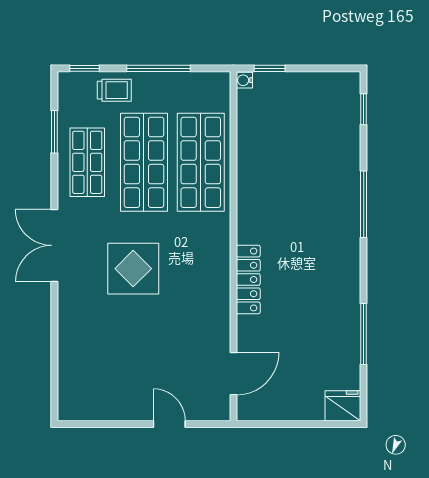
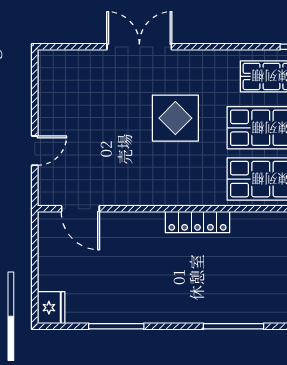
double door: (54, 245) -> (139, 47), moved
locker: (248, 279) -> (197, 222), moved

